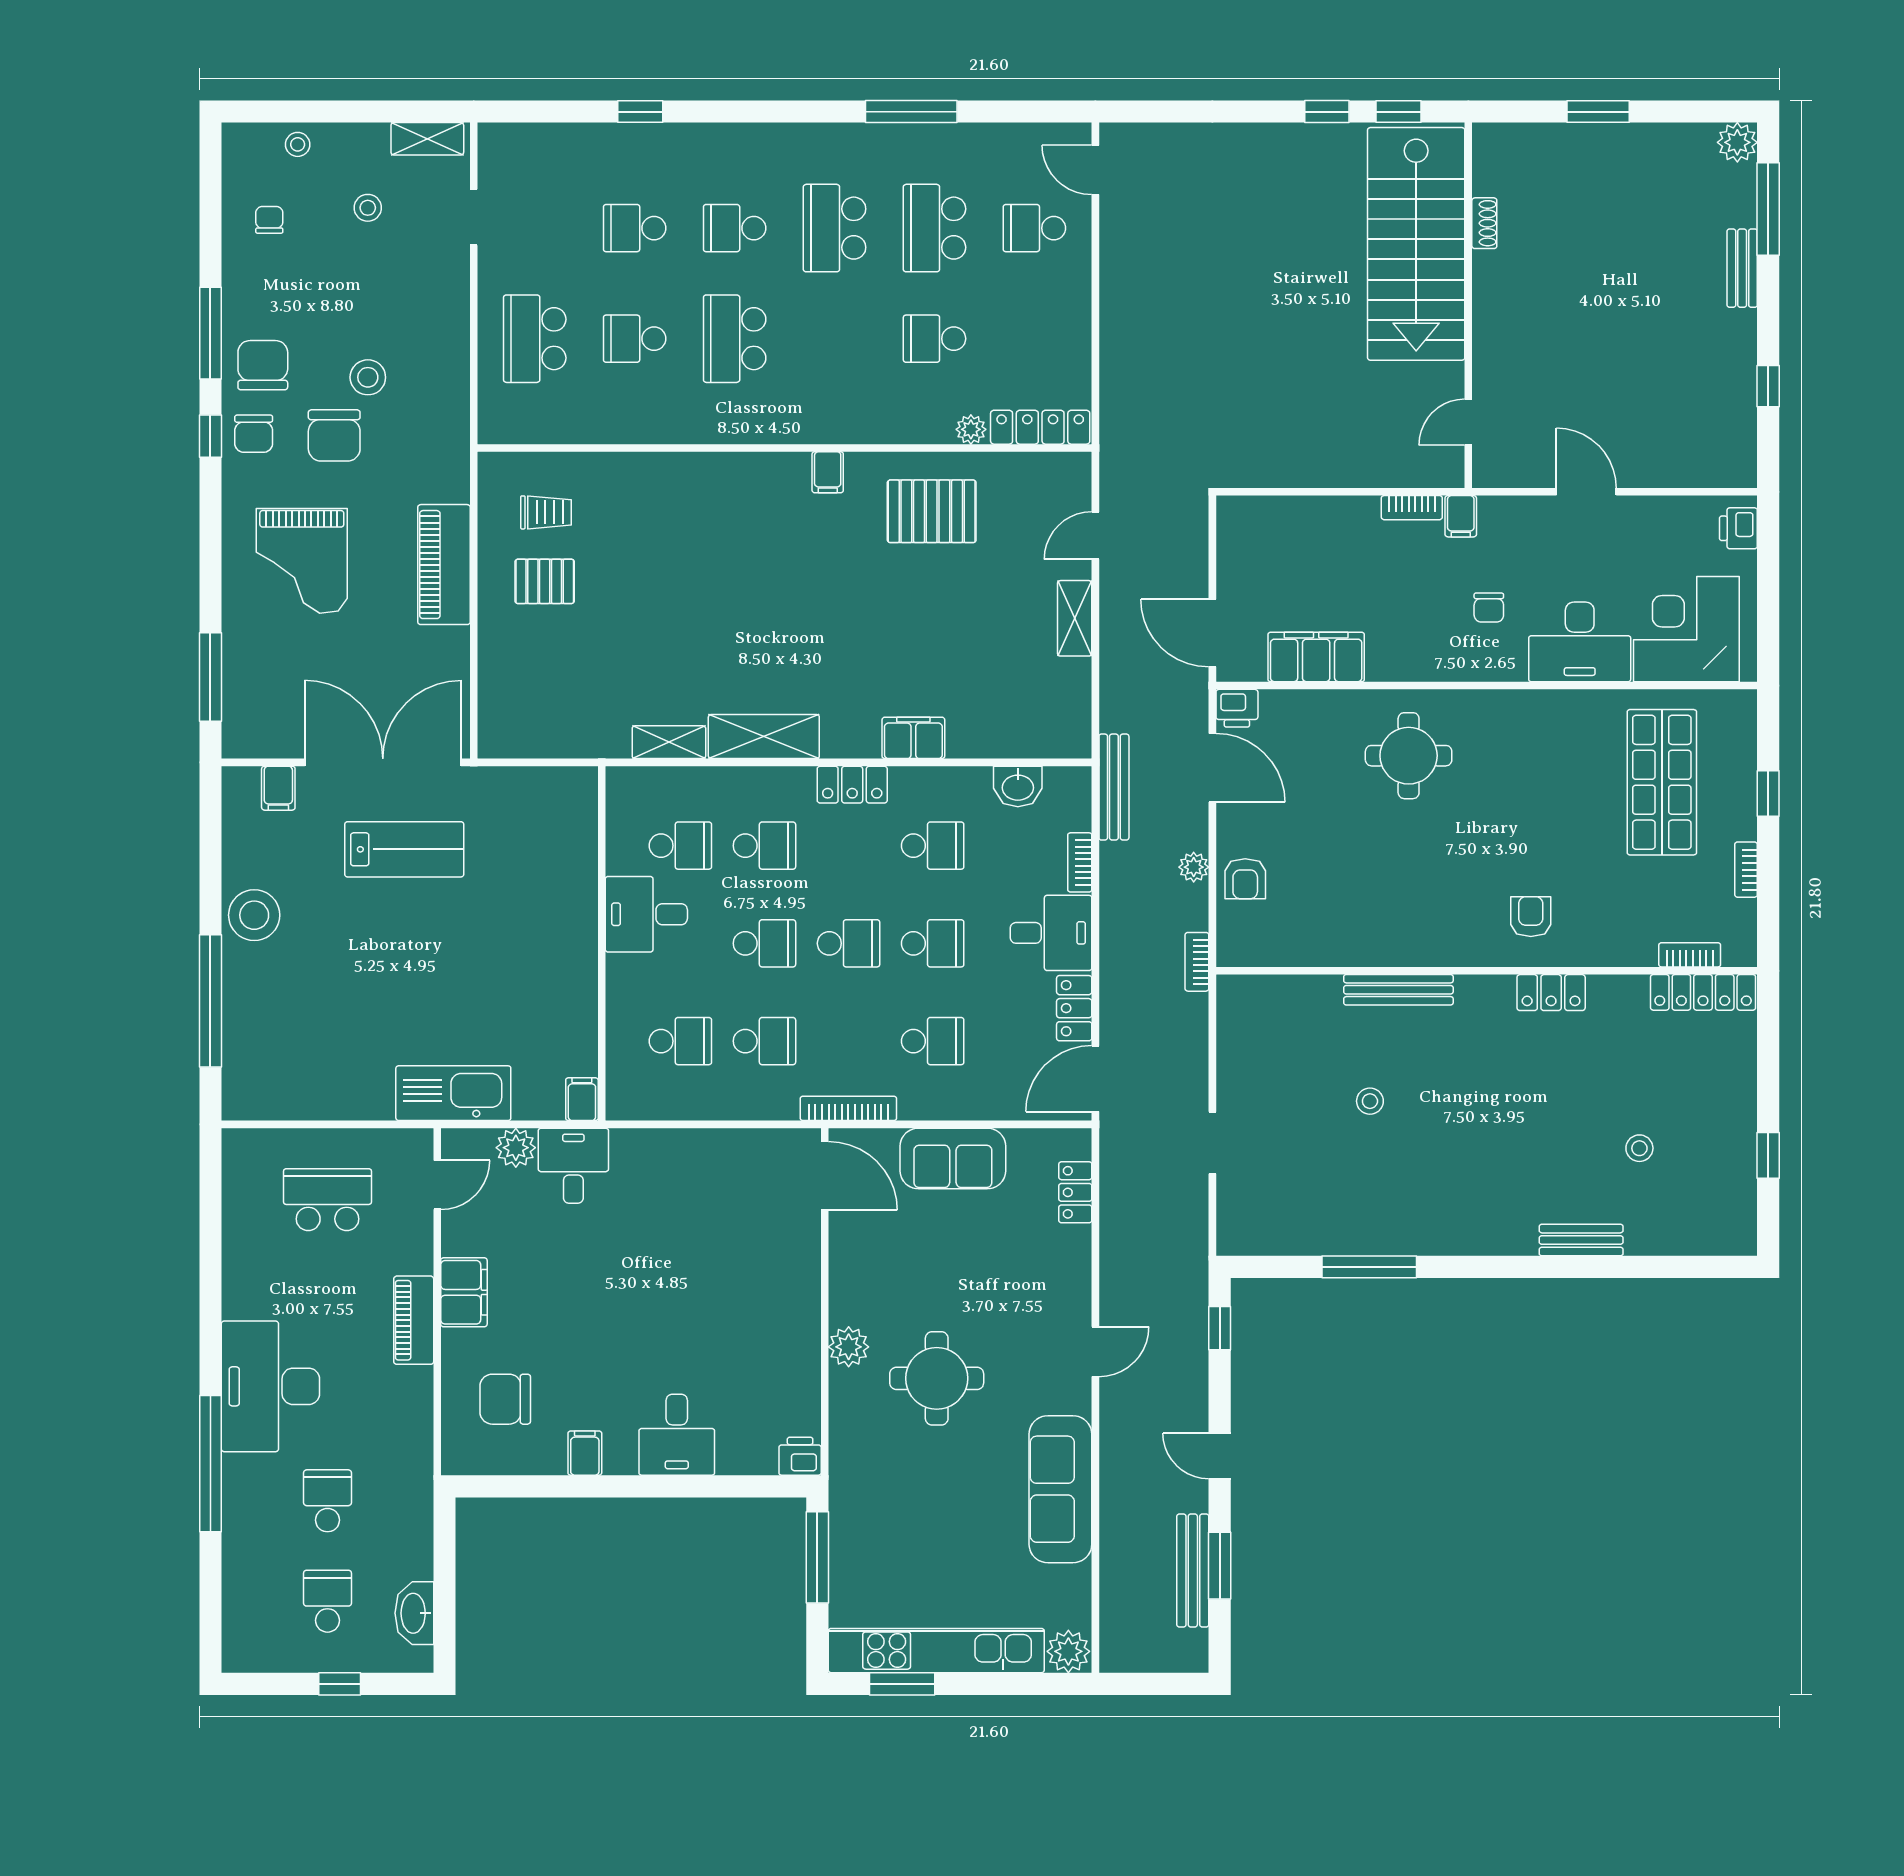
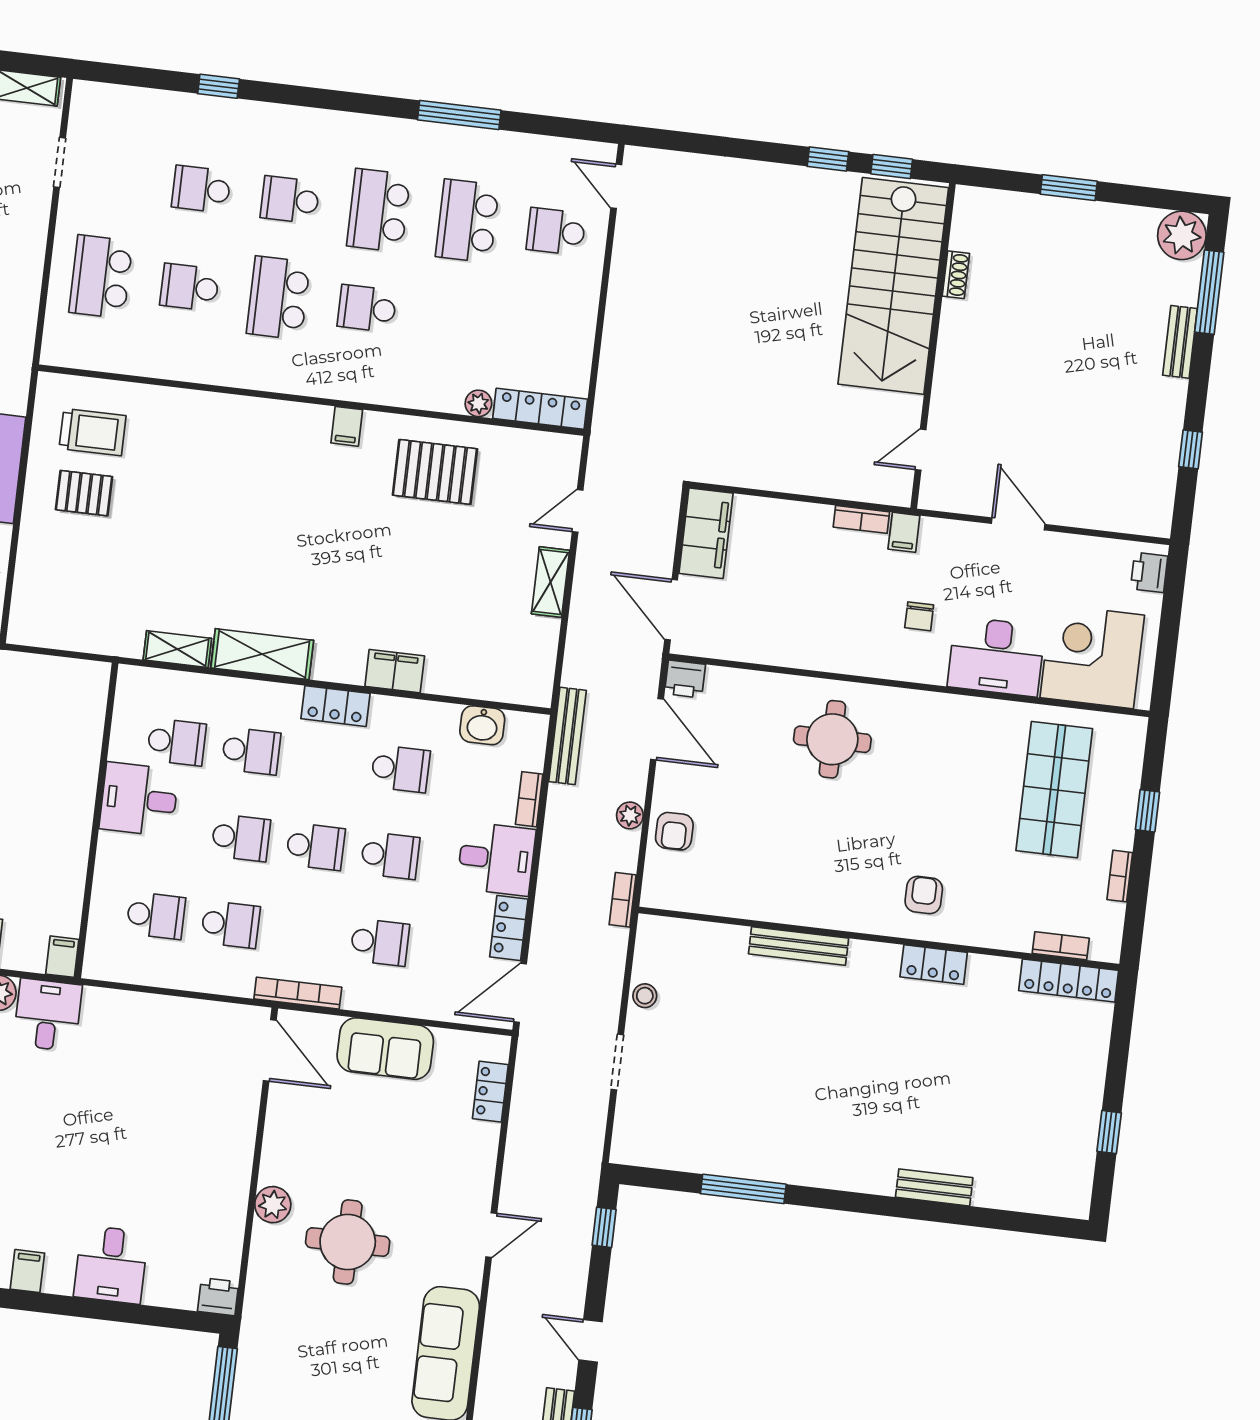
plant: (1737, 142) -> (1182, 235), width x1.36, depth x1.36
school desk: (934, 339) -> (367, 308), moved
trolley: (546, 512) -> (93, 432), width x1.36, depth x1.39
filing cabinet: (1316, 657) -> (706, 533), moved, turned 90
stool: (1370, 1101) -> (645, 996), moved
stool: (1639, 1148) -> (996, 1112), removed

